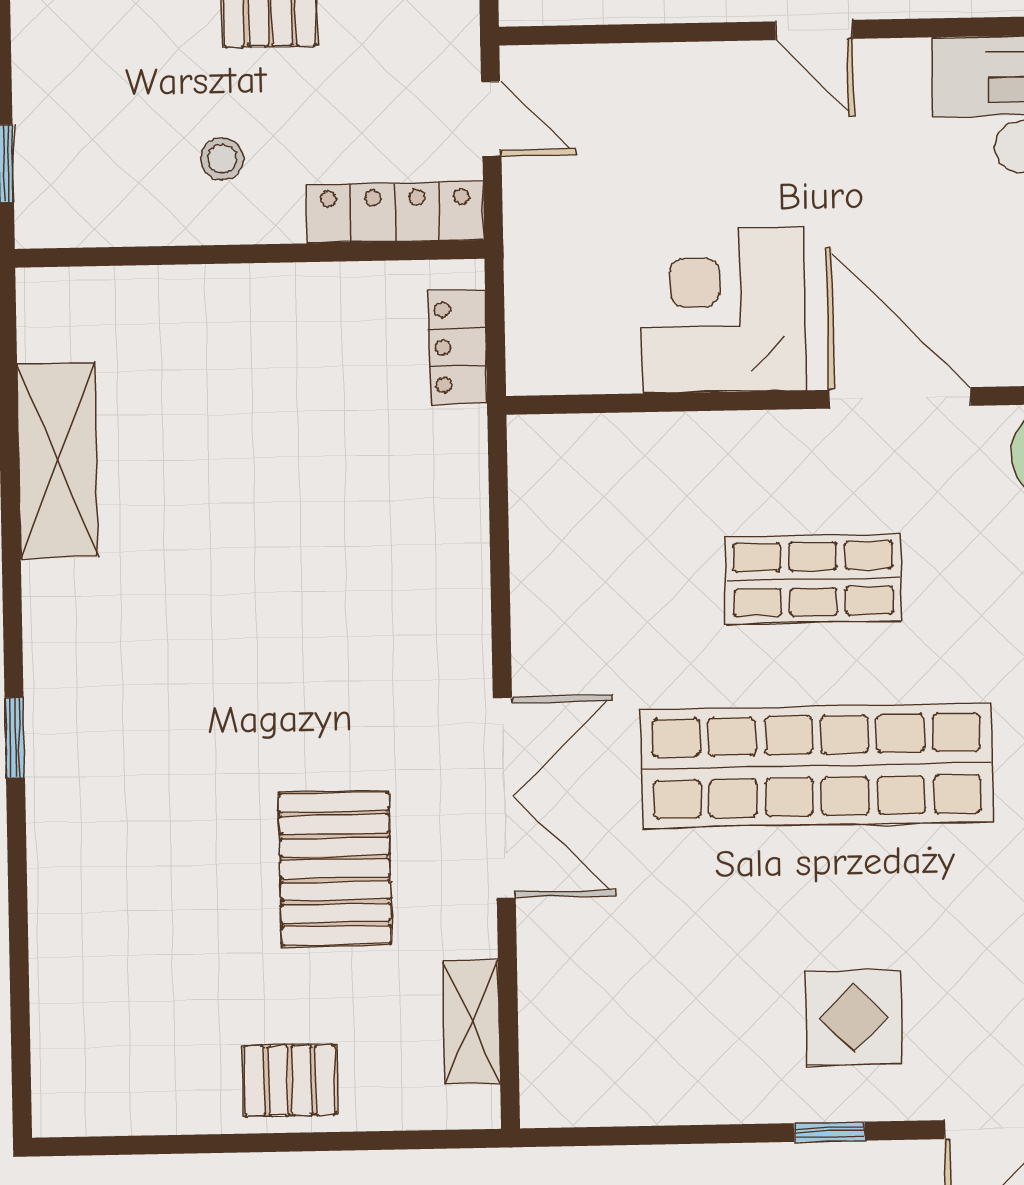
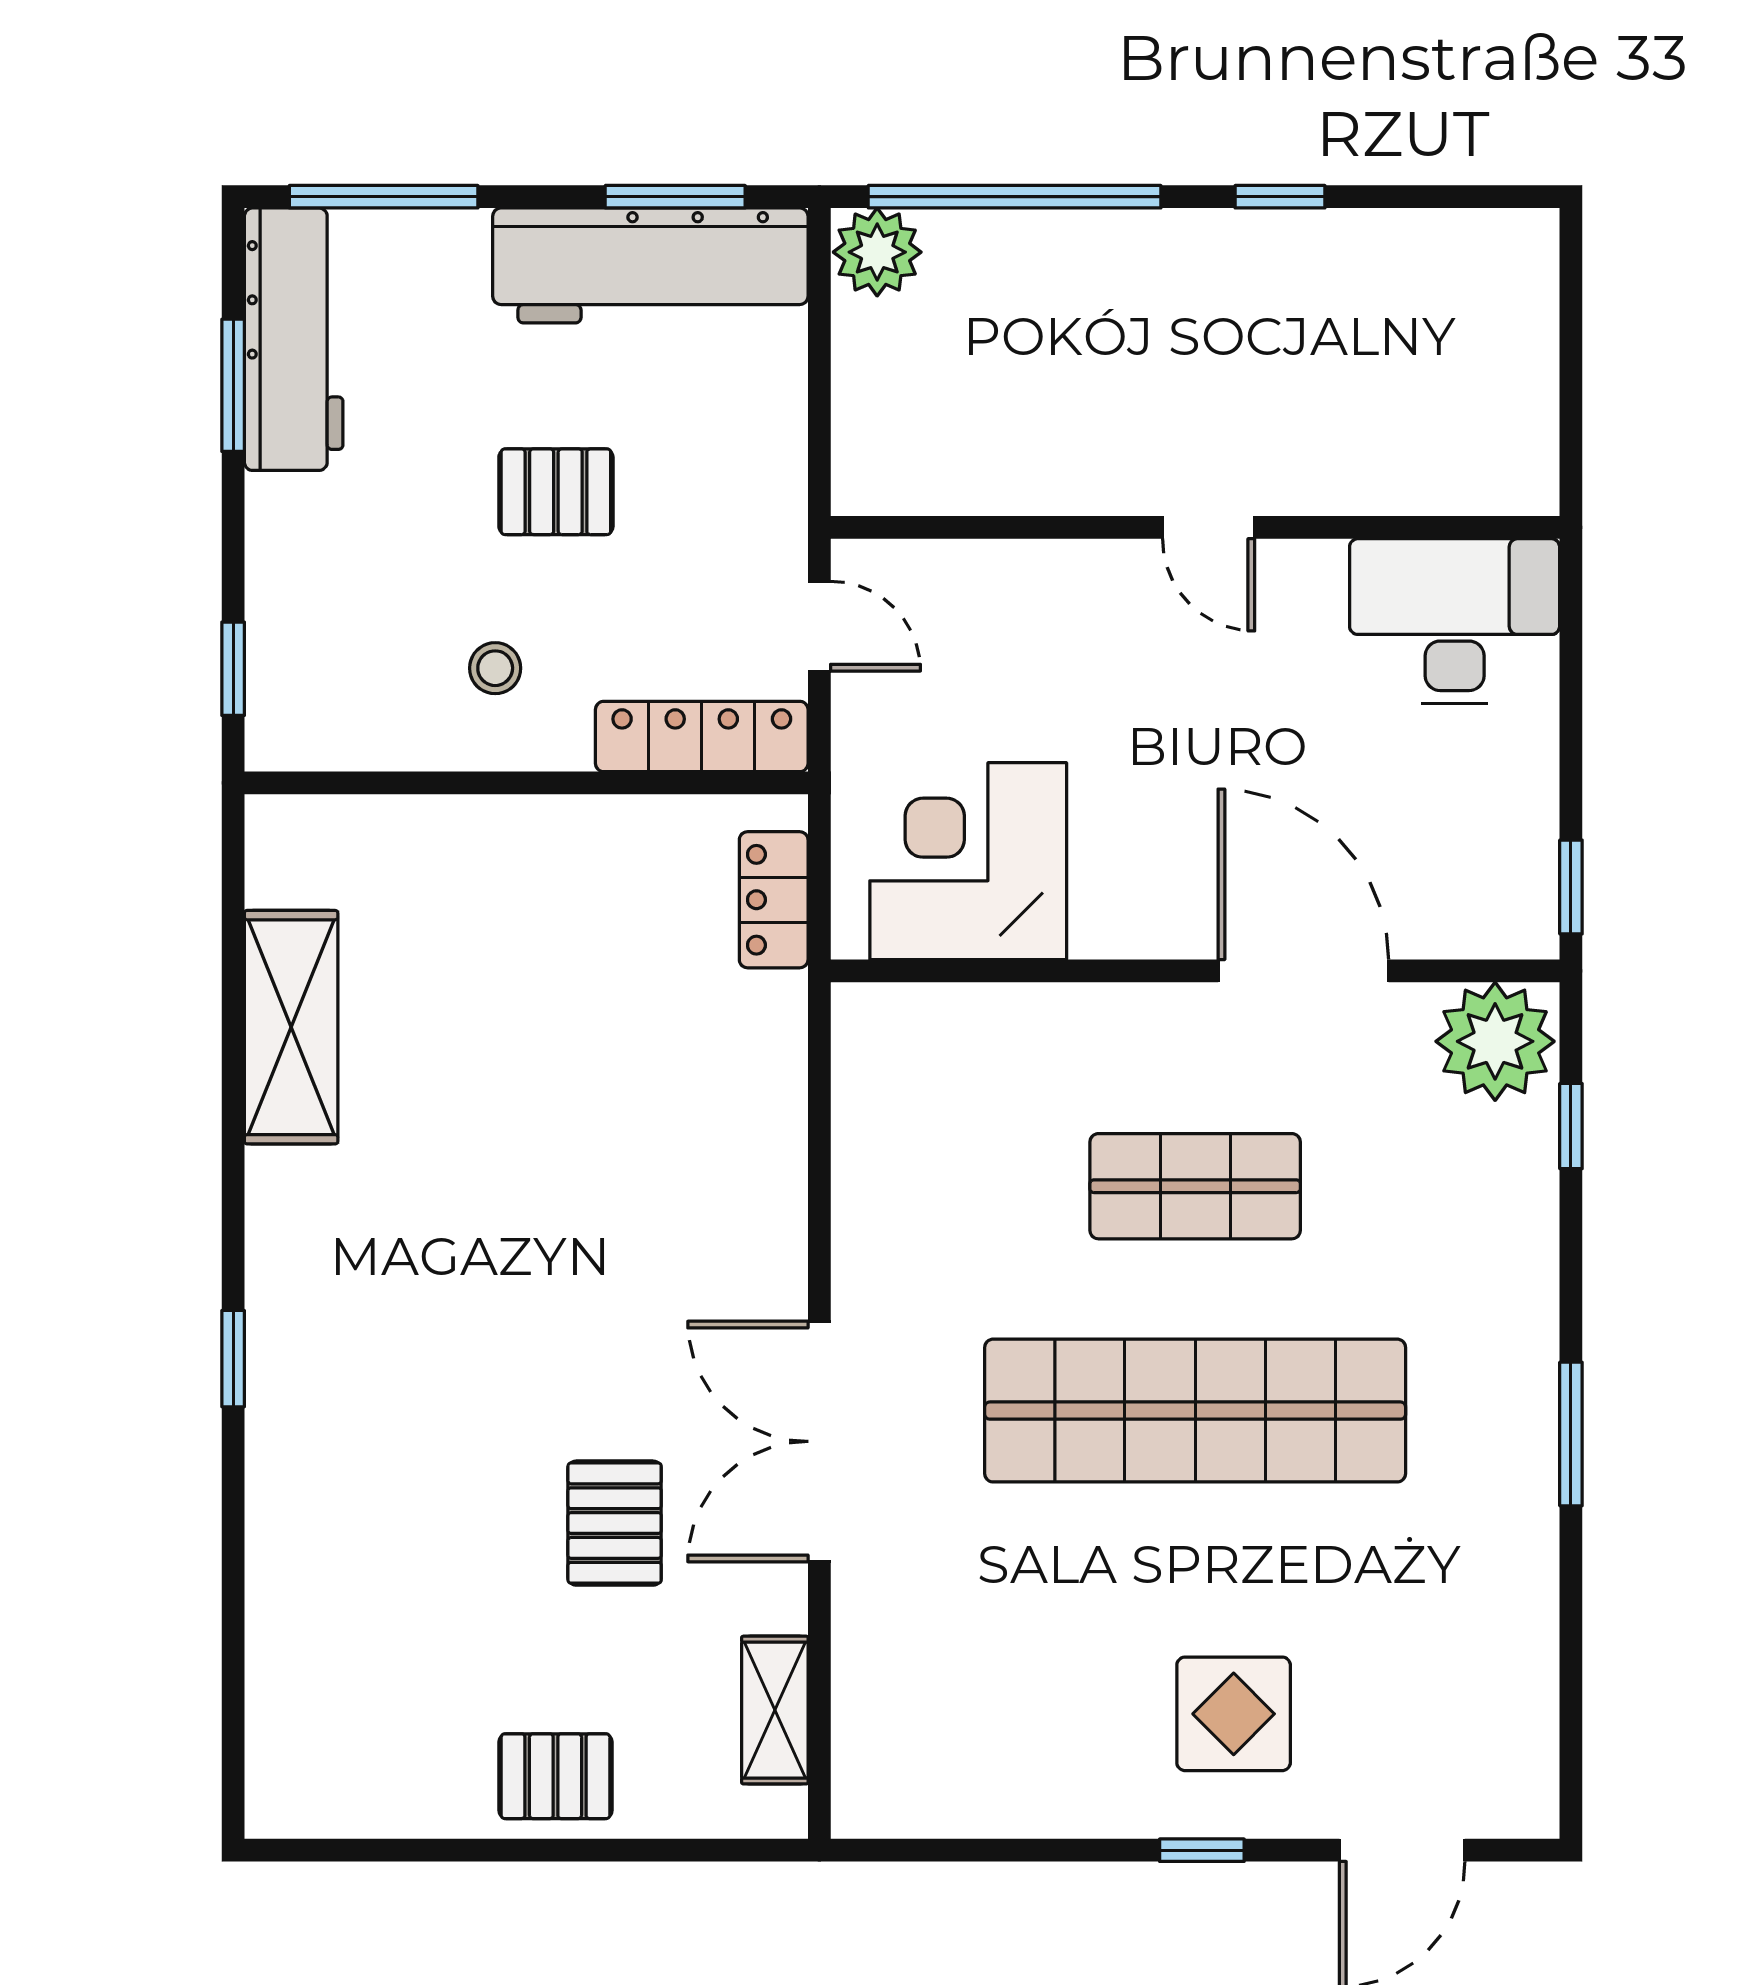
corner desk: (723, 310) -> (968, 861), moved
double door: (504, 798) -> (819, 1441), swing flipped
pallet: (335, 869) -> (615, 1523), width x0.67, depth x0.71

